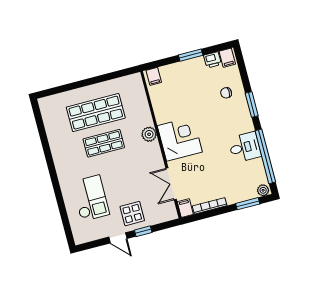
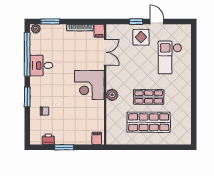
filing cabinet: (227, 58) -> (37, 138), removed

